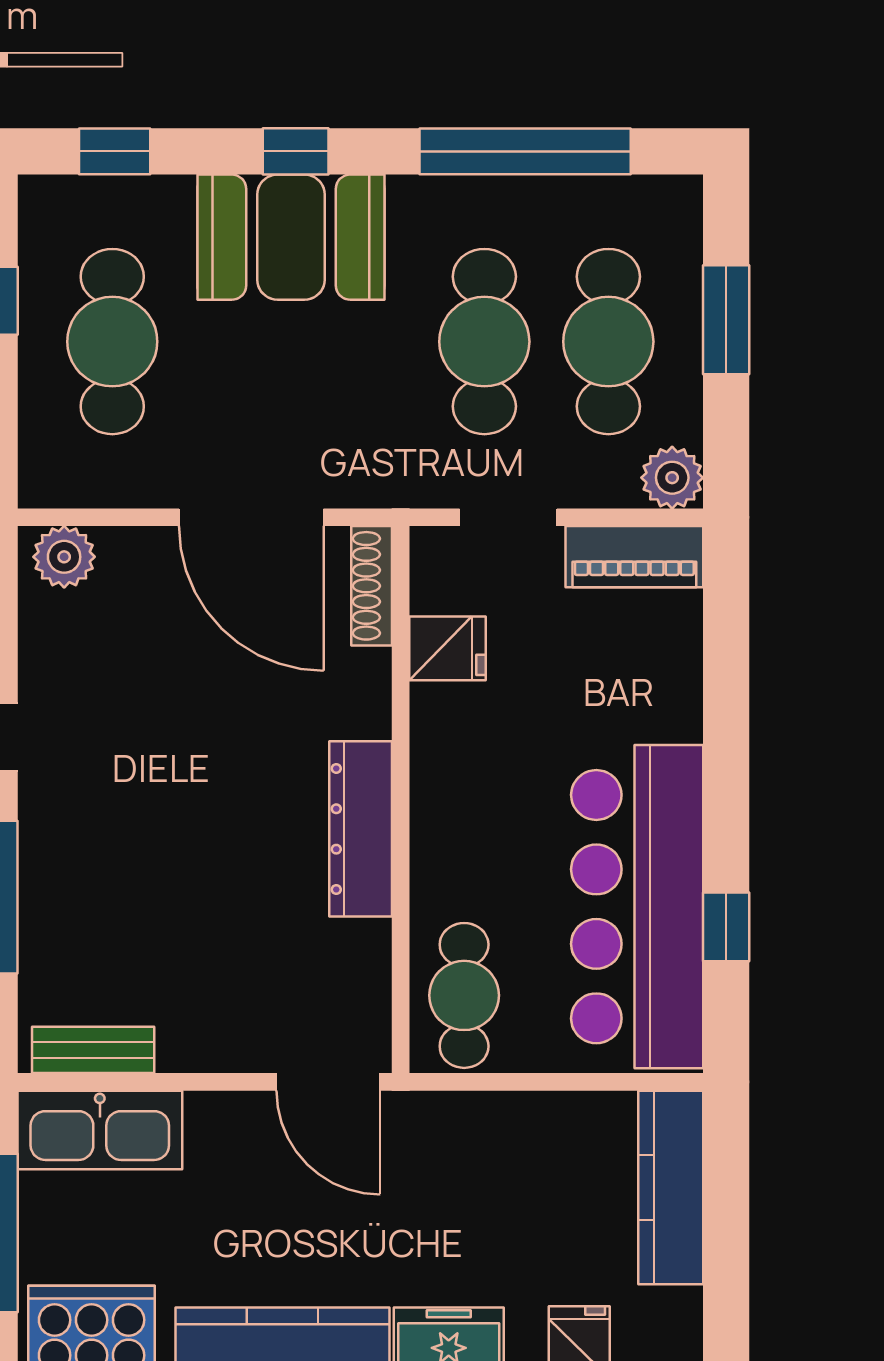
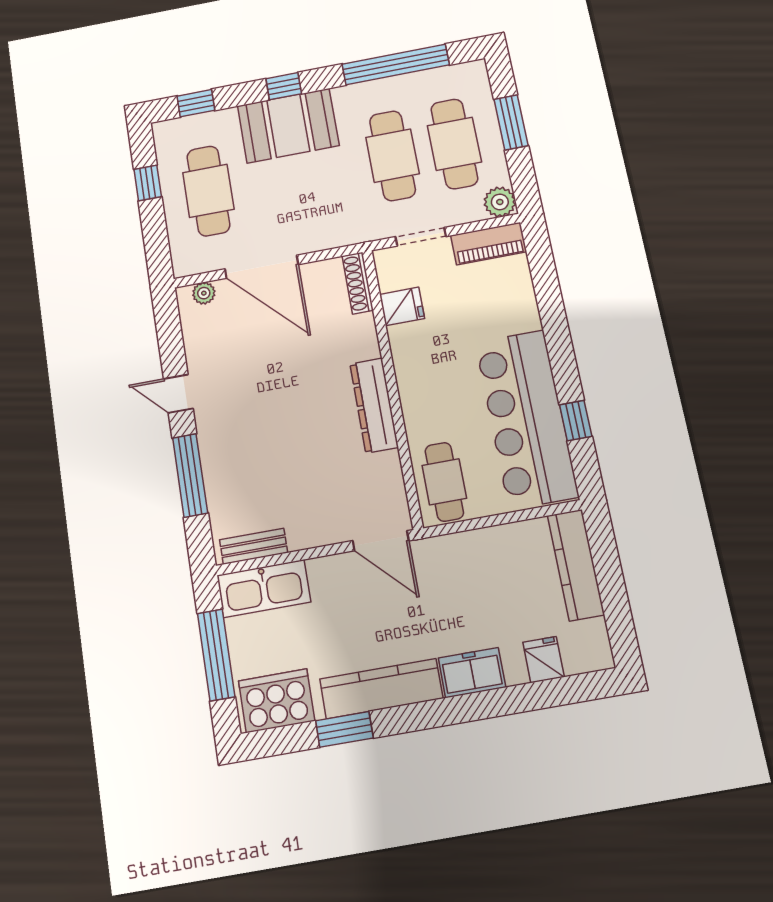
door: (251, 517) -> (262, 267), moved
plant: (64, 557) -> (204, 293), width x0.73, depth x0.73

